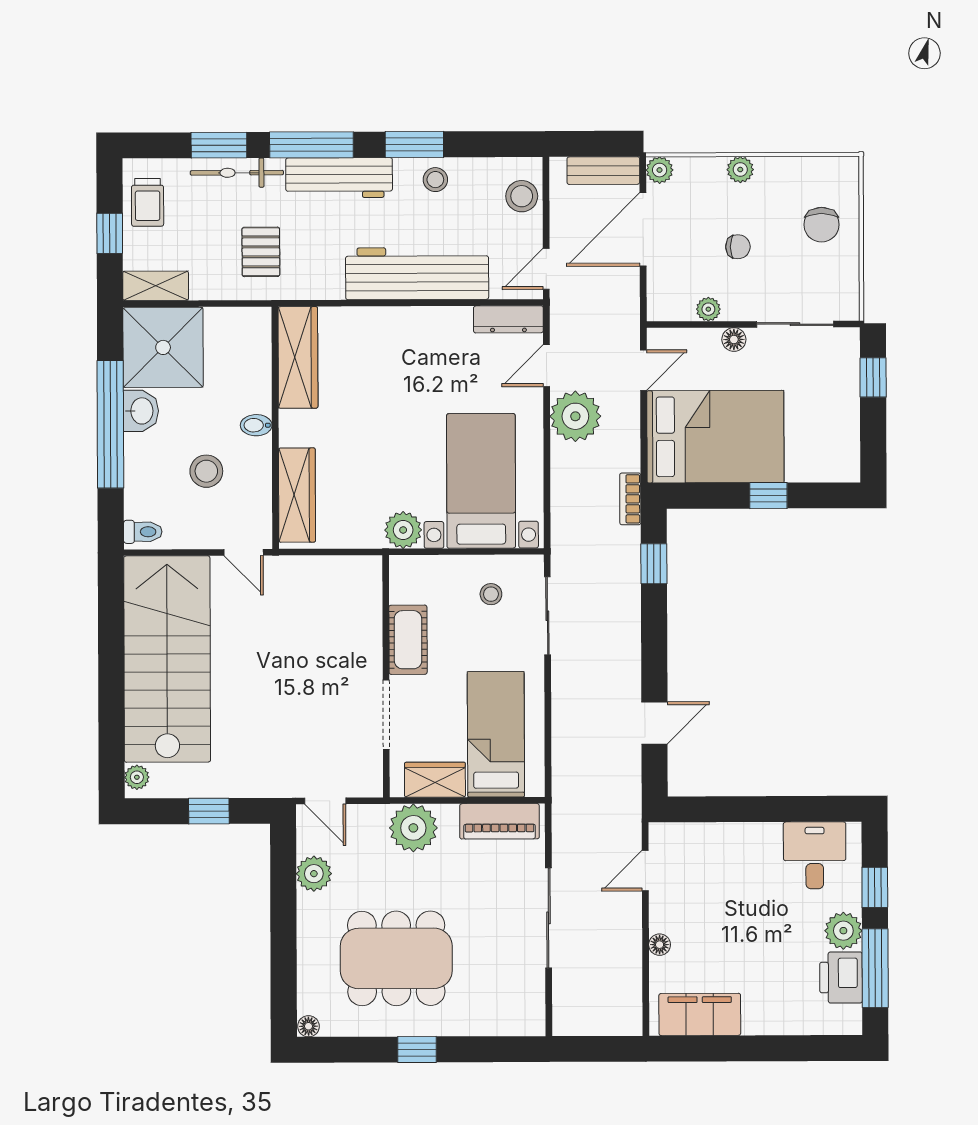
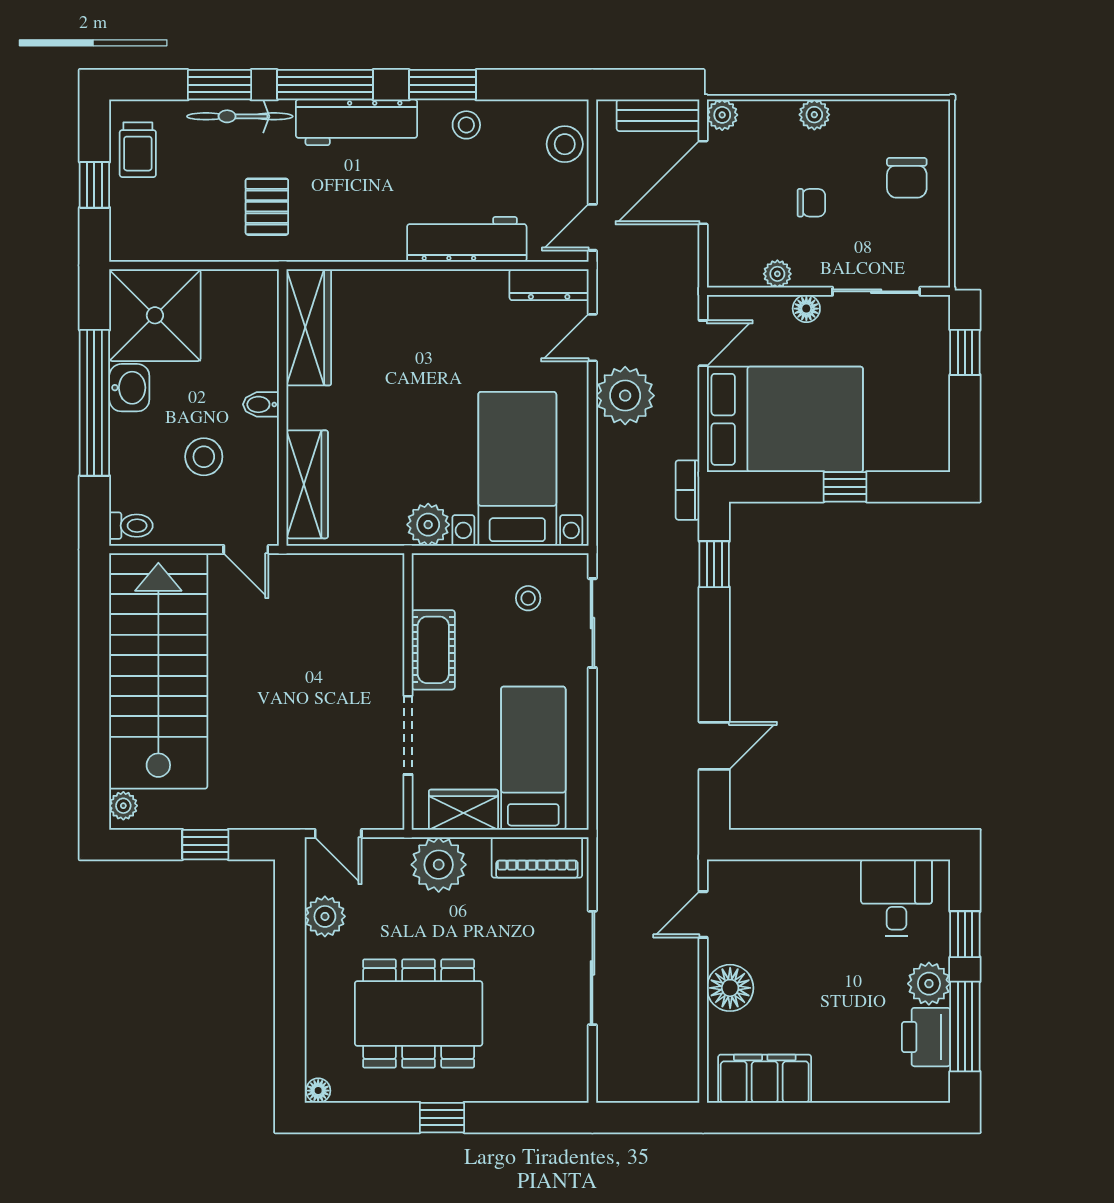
workbench: (417, 274) -> (467, 239), width x0.73, depth x0.76
shelving: (156, 286) -> (147, 245), removed
floor lamp: (660, 945) -> (730, 988), width x1.89, depth x1.89

